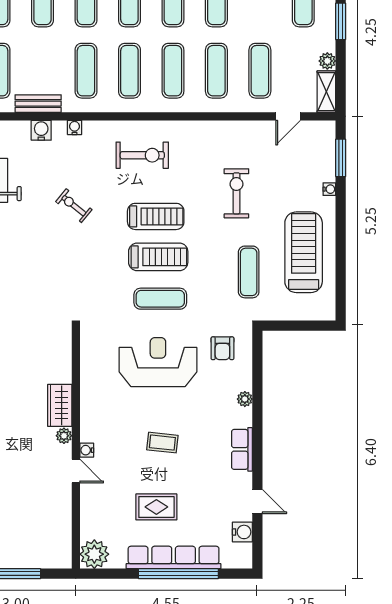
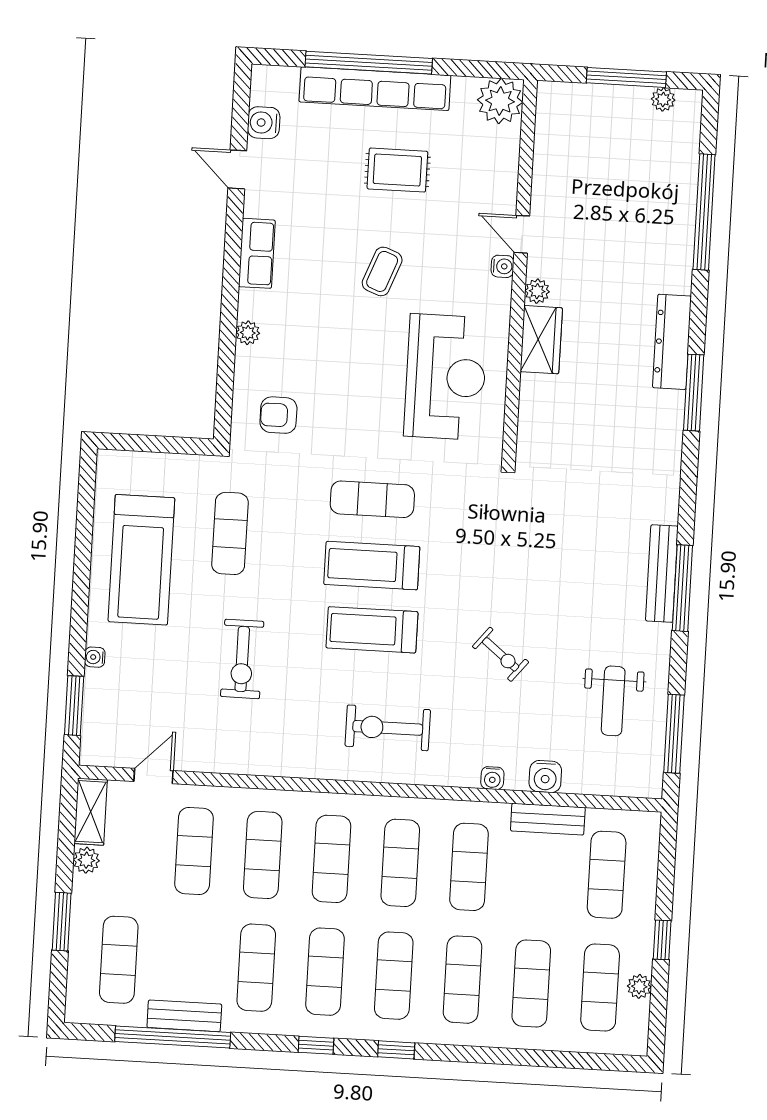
armchair: (222, 348) -> (278, 415), turned -90
reception desk: (158, 362) -> (446, 377), moved, turned -90
coffee table: (162, 443) -> (382, 271), turned -75

